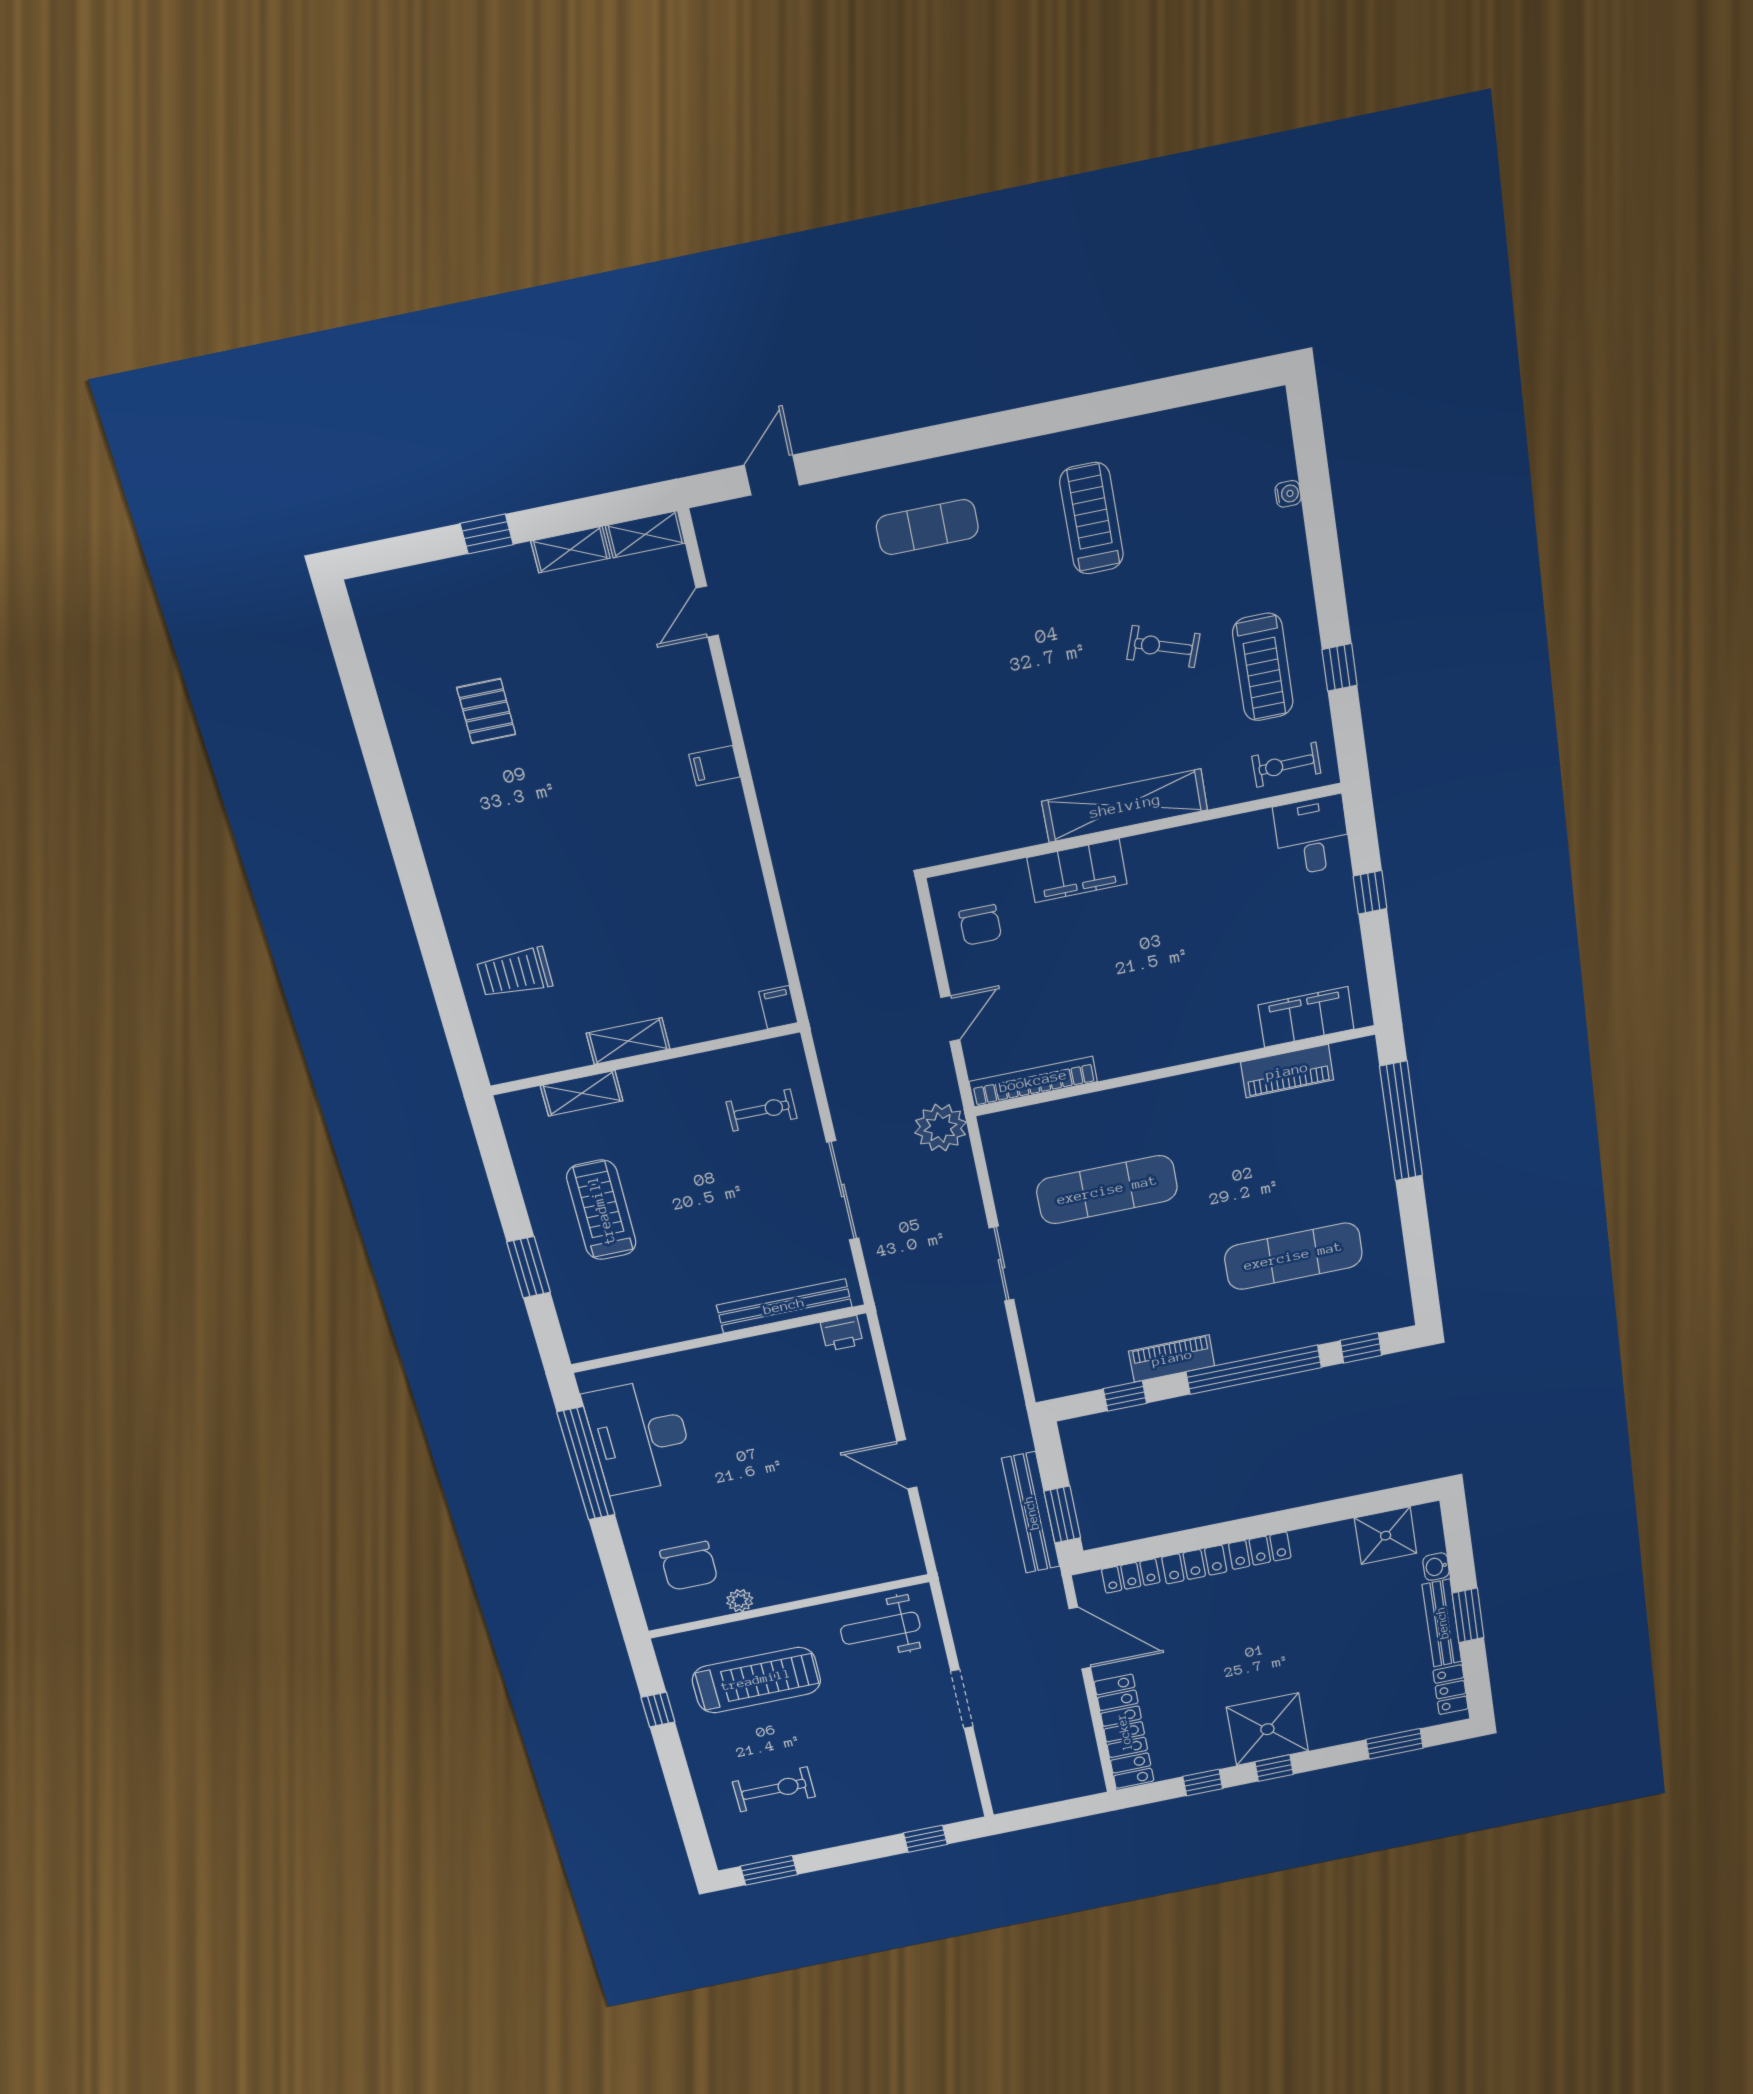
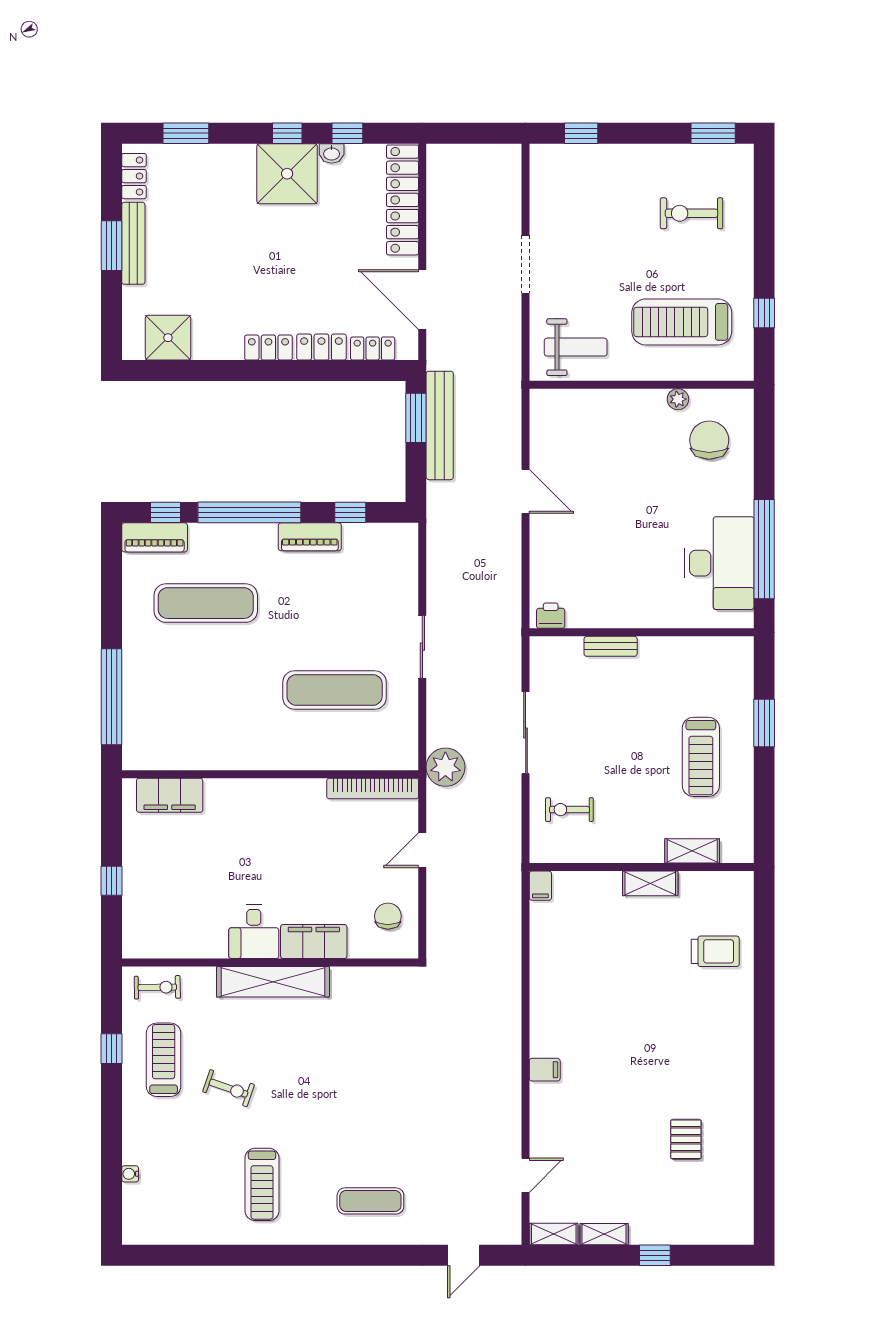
desk: (1312, 836) -> (254, 932), moved
piano: (1287, 1071) -> (155, 537), moved, turned 180
bench: (784, 1306) -> (611, 646), width x0.54, depth x0.82
washbasin: (1436, 1567) -> (332, 153), moved, turned 90

